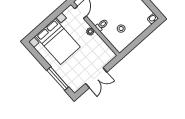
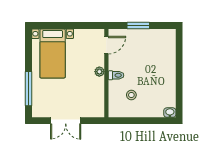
bed with nightstands: (58, 41) -> (53, 53), width x0.73

